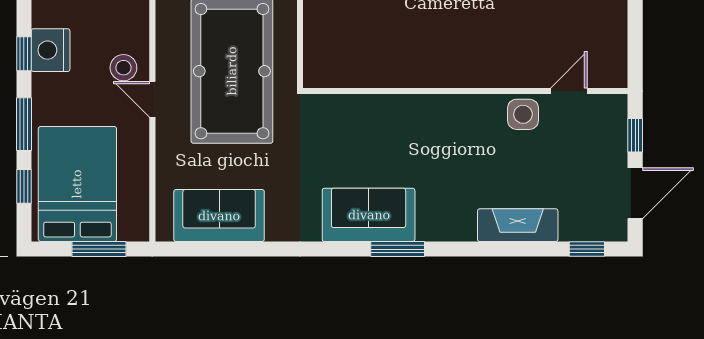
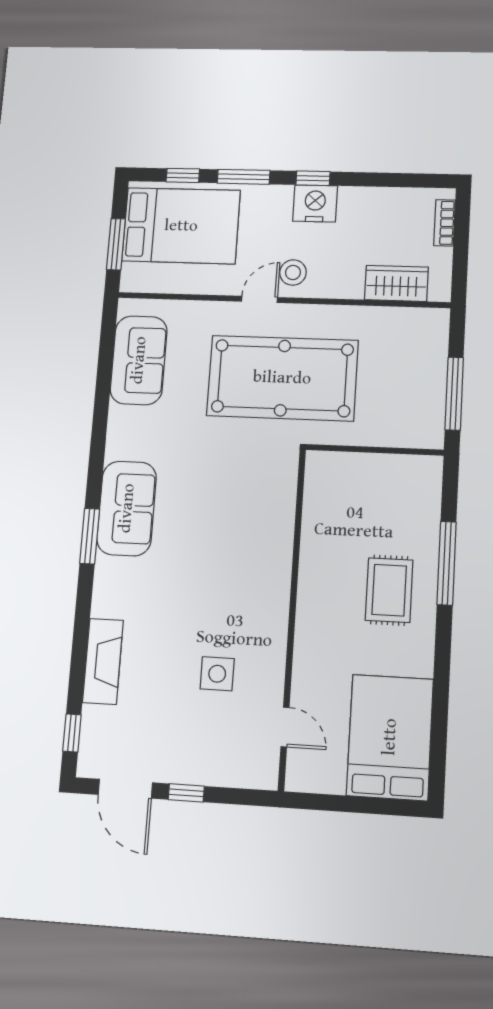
wall: (465, 91) -> (292, 617), moved
door: (569, 91) -> (285, 727), moved

